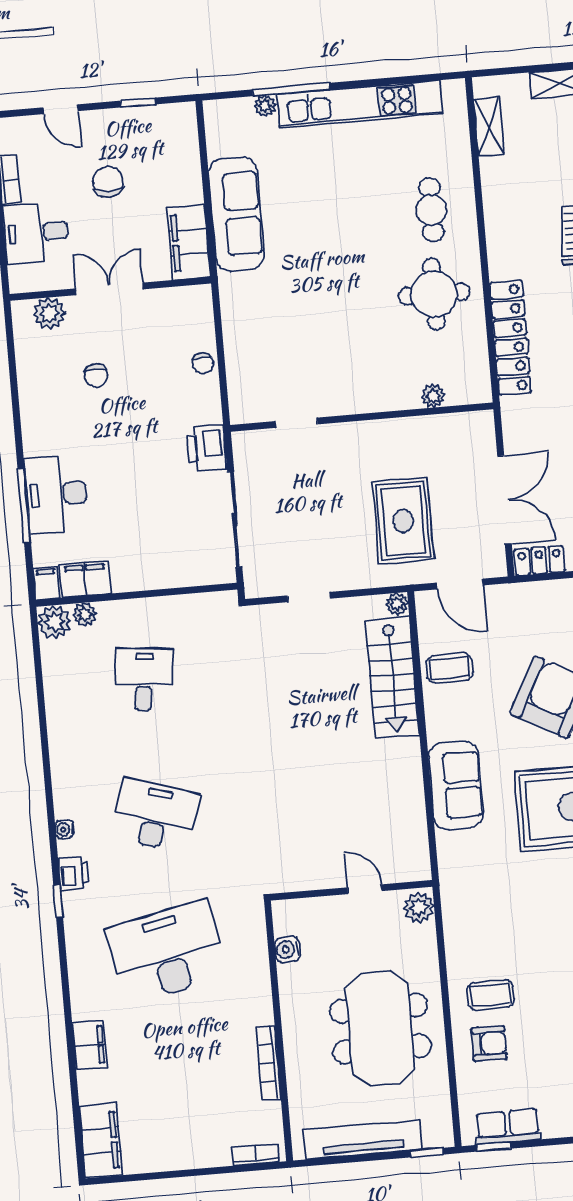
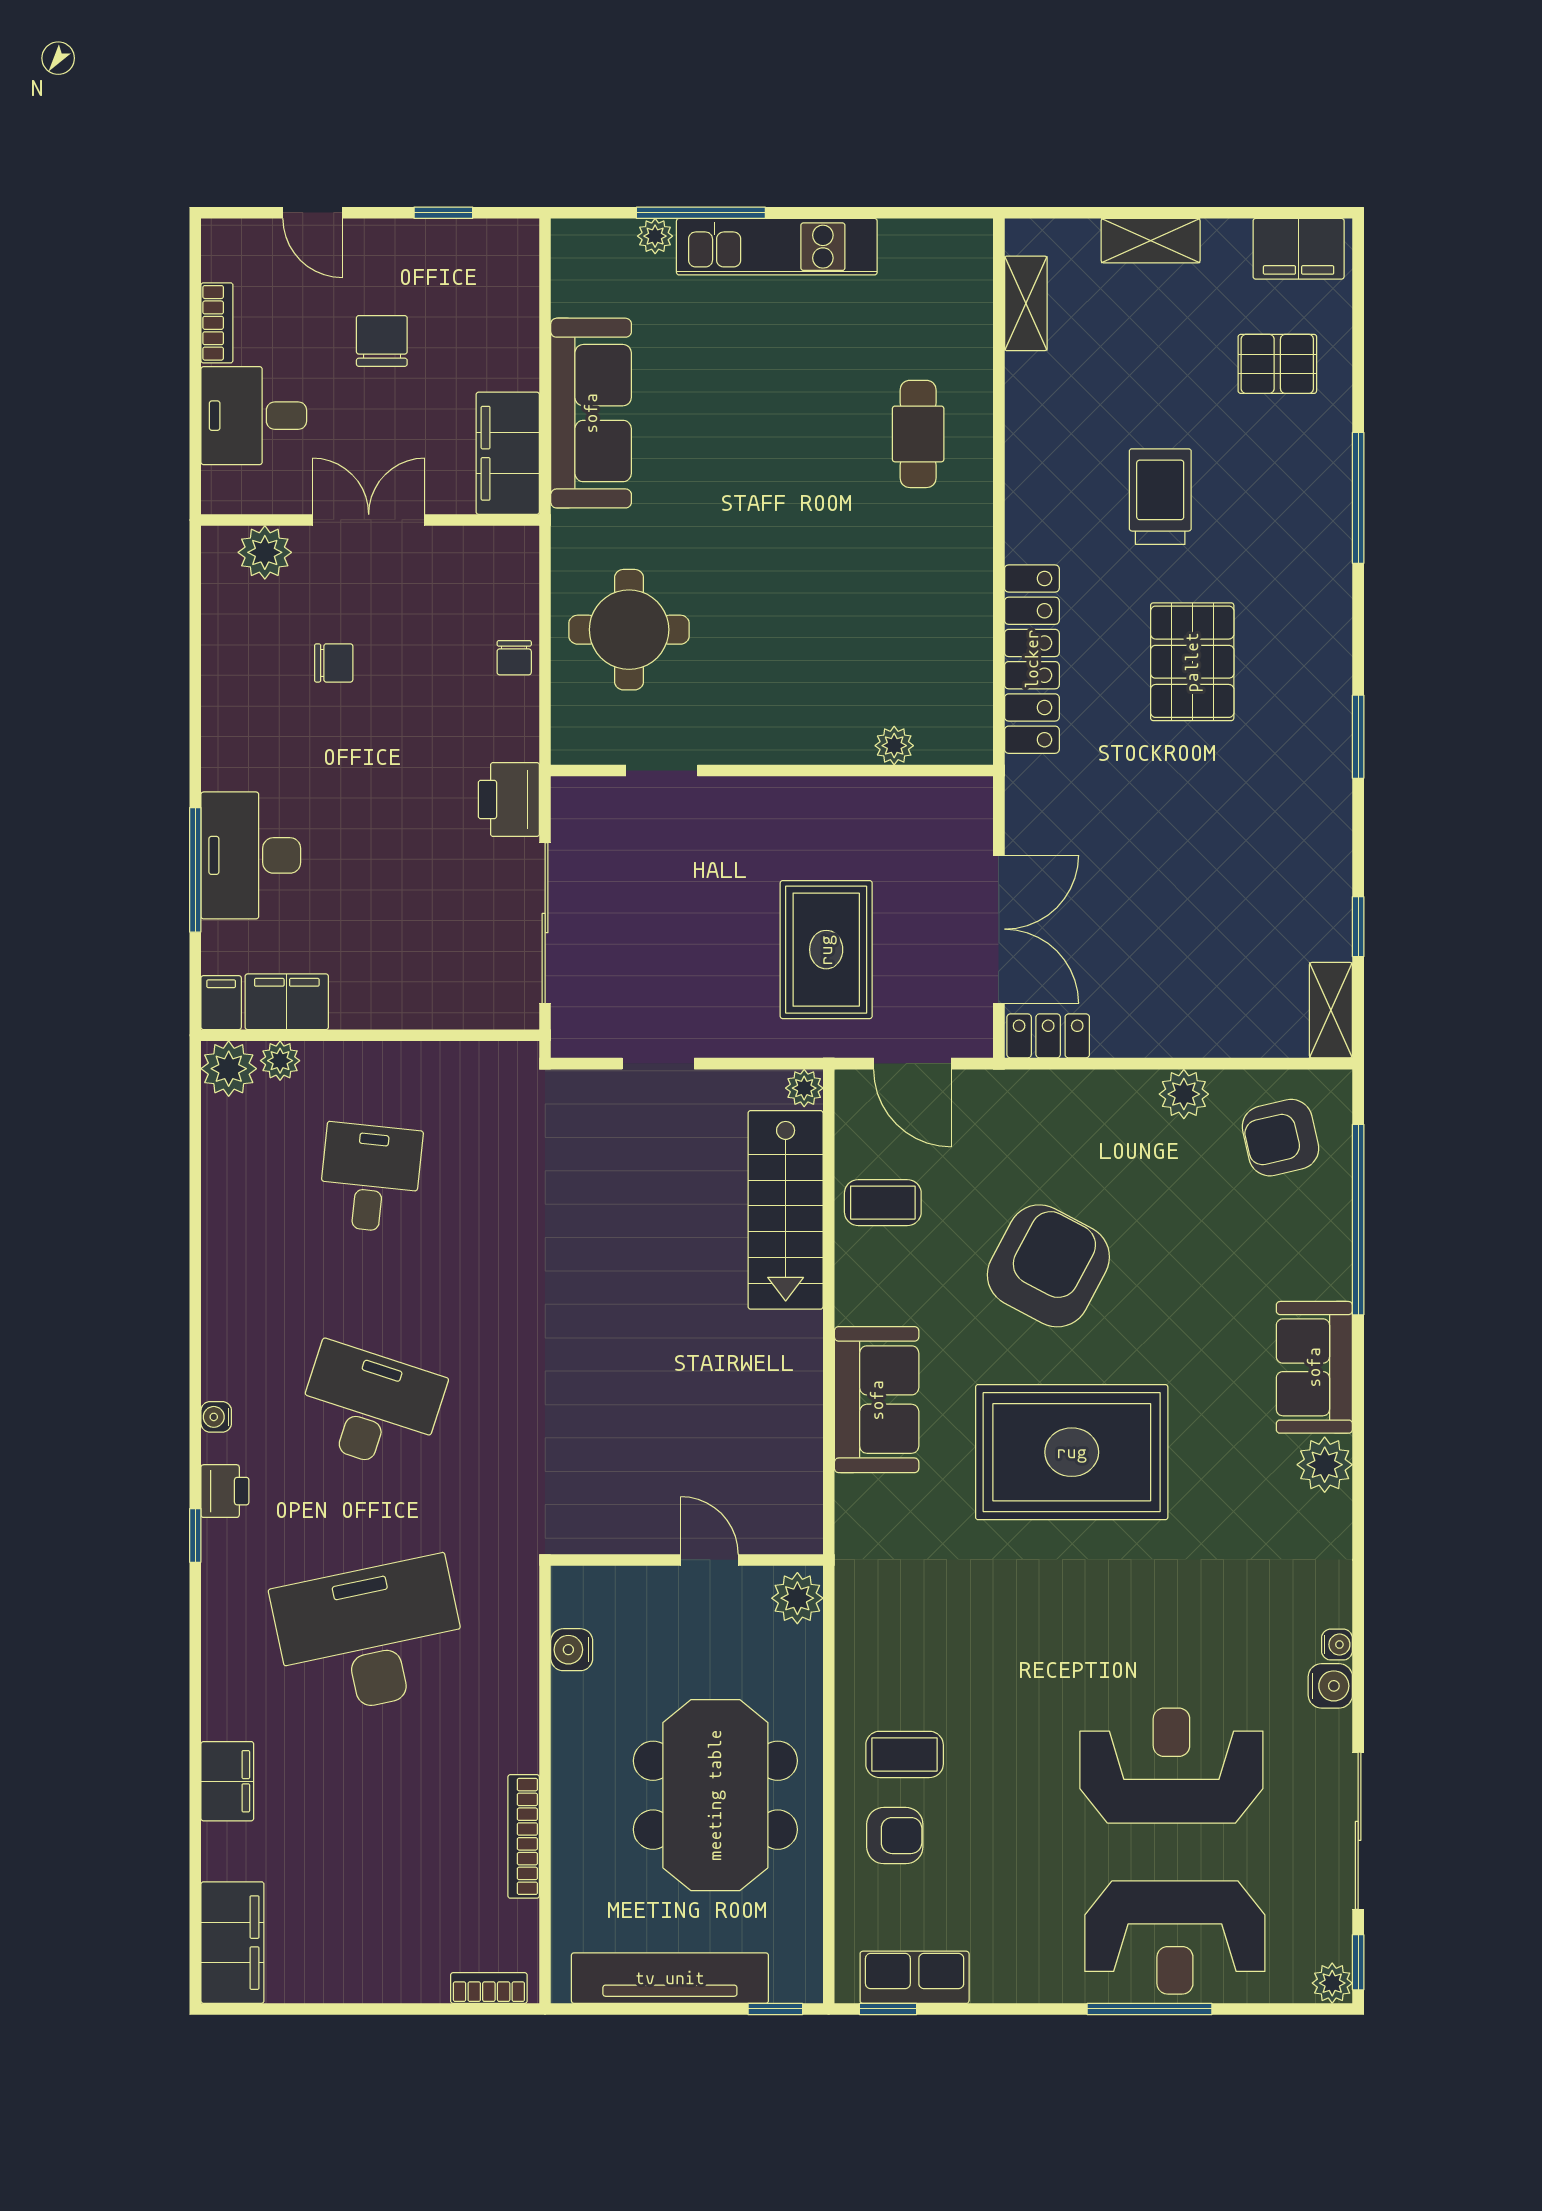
kitchen unit: (360, 104) -> (777, 247), width x0.73
round table: (434, 294) -> (629, 630), moved
chair: (96, 376) -> (334, 663), turned -90

